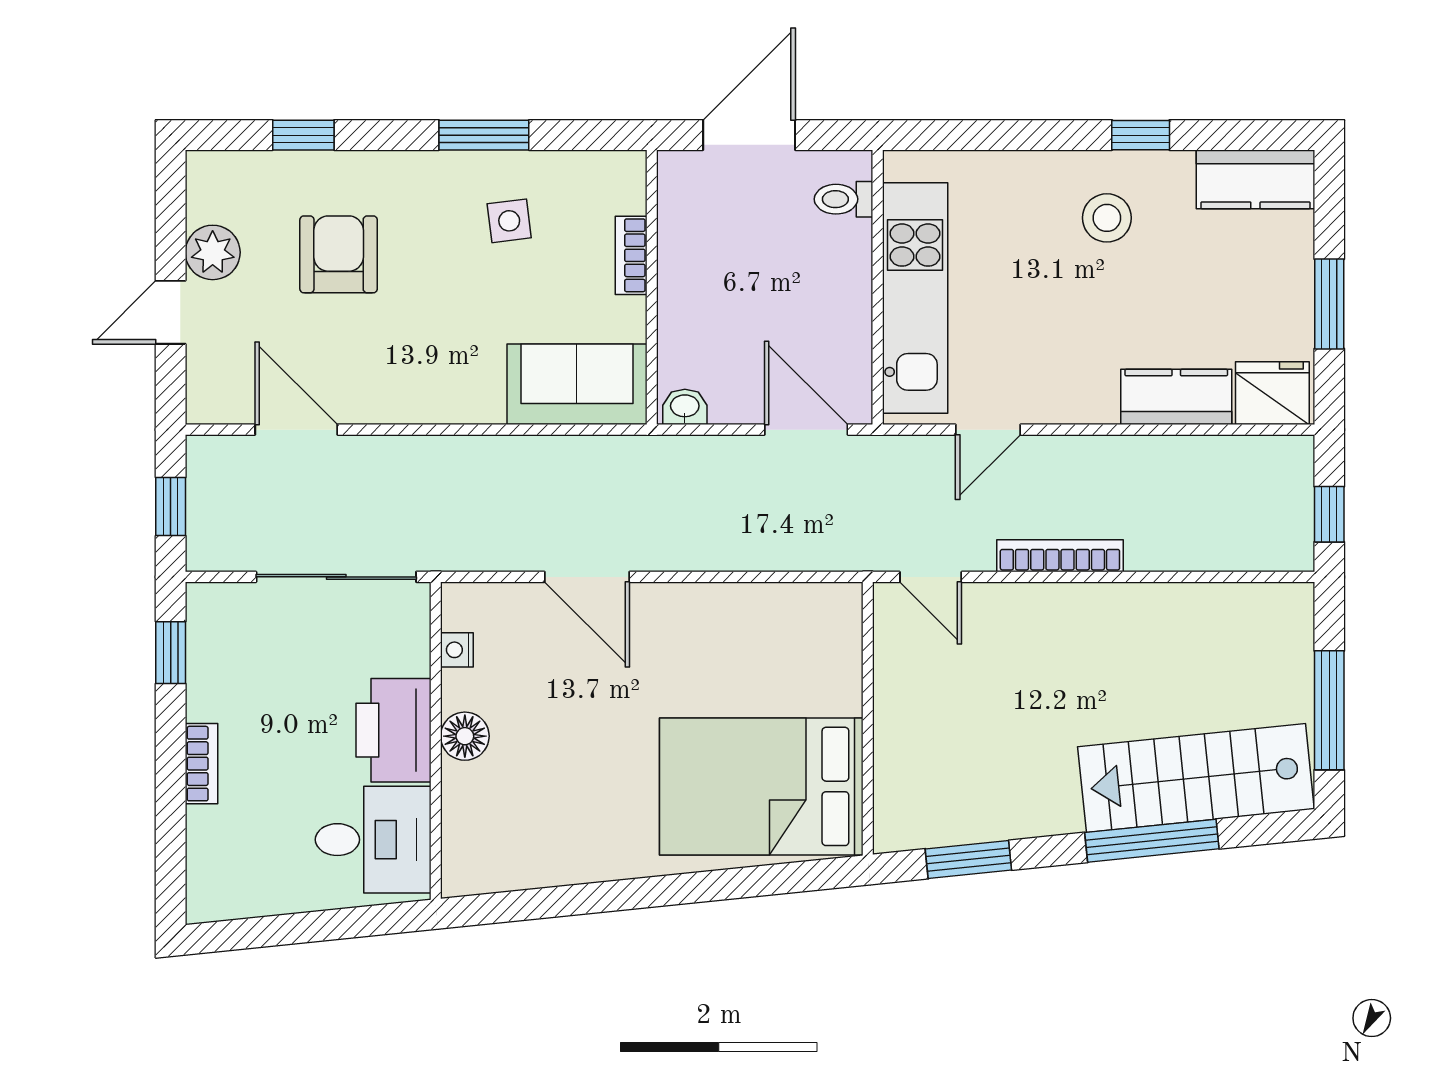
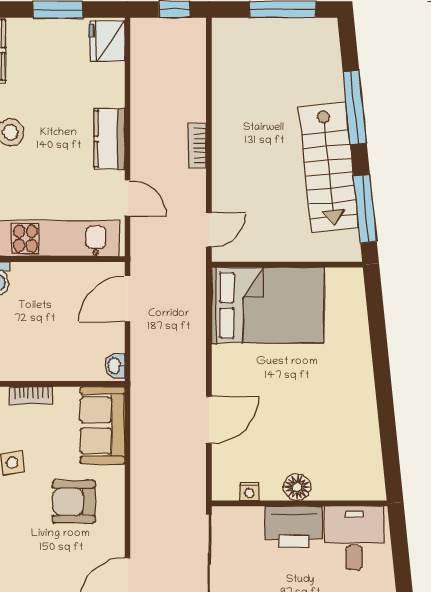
armchair: (339, 254) -> (74, 502), moved
kitchen counter: (1176, 397) -> (109, 139), moved
bookcase: (1060, 556) -> (197, 146), width x0.64
stairs: (1196, 778) -> (329, 167), moved
bed: (761, 786) -> (268, 305), moved, turned -90
window: (968, 859) -> (365, 209), width x1.44

